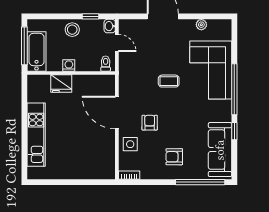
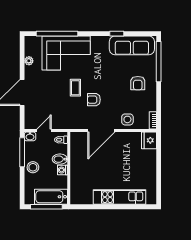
window: (90, 16) -> (22, 152), width x2.17
bidet: (82, 62) -> (60, 159), added
fridge: (61, 84) -> (149, 140), moved, turned 180
window: (234, 89) -> (57, 34), moved
armchair: (150, 123) -> (94, 100), moved

